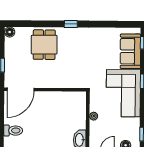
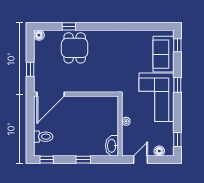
window: (71, 24) -> (69, 26), moved

